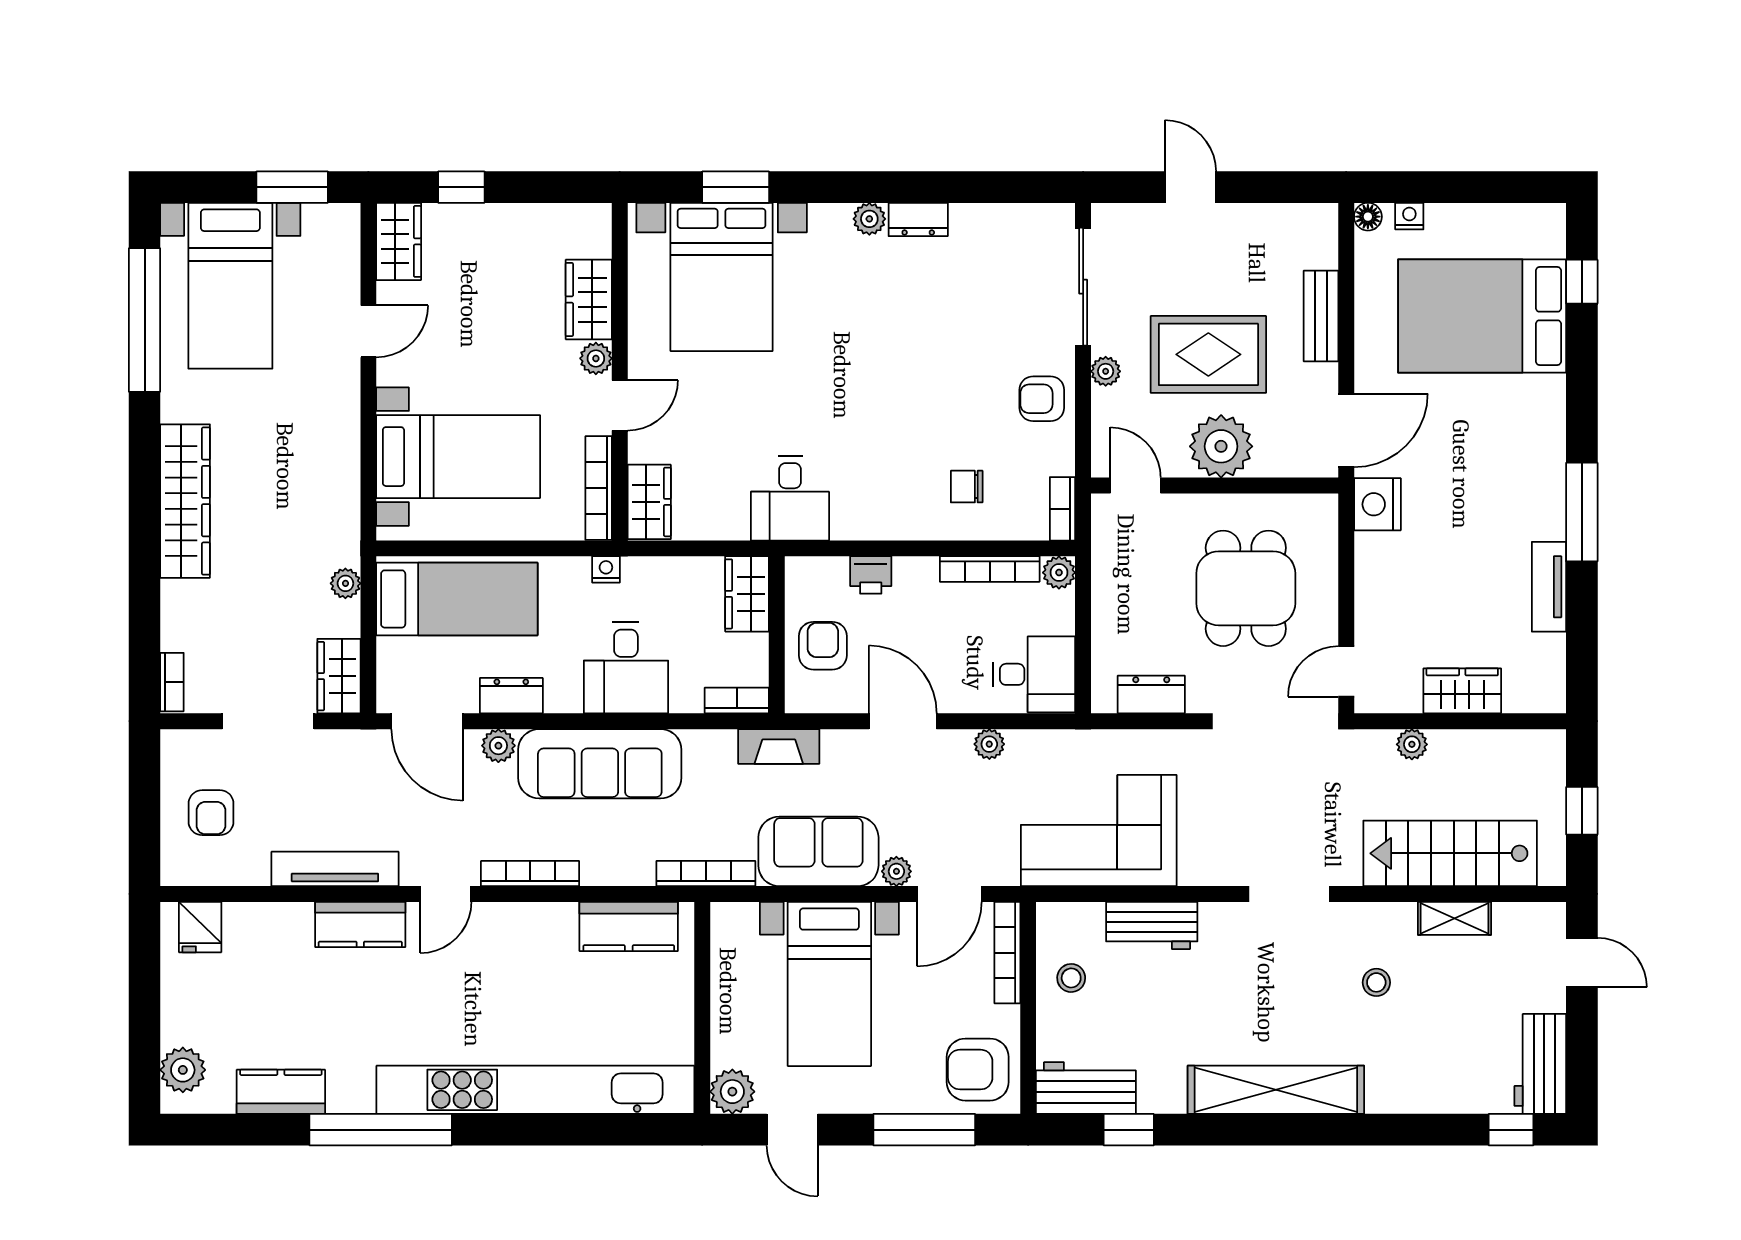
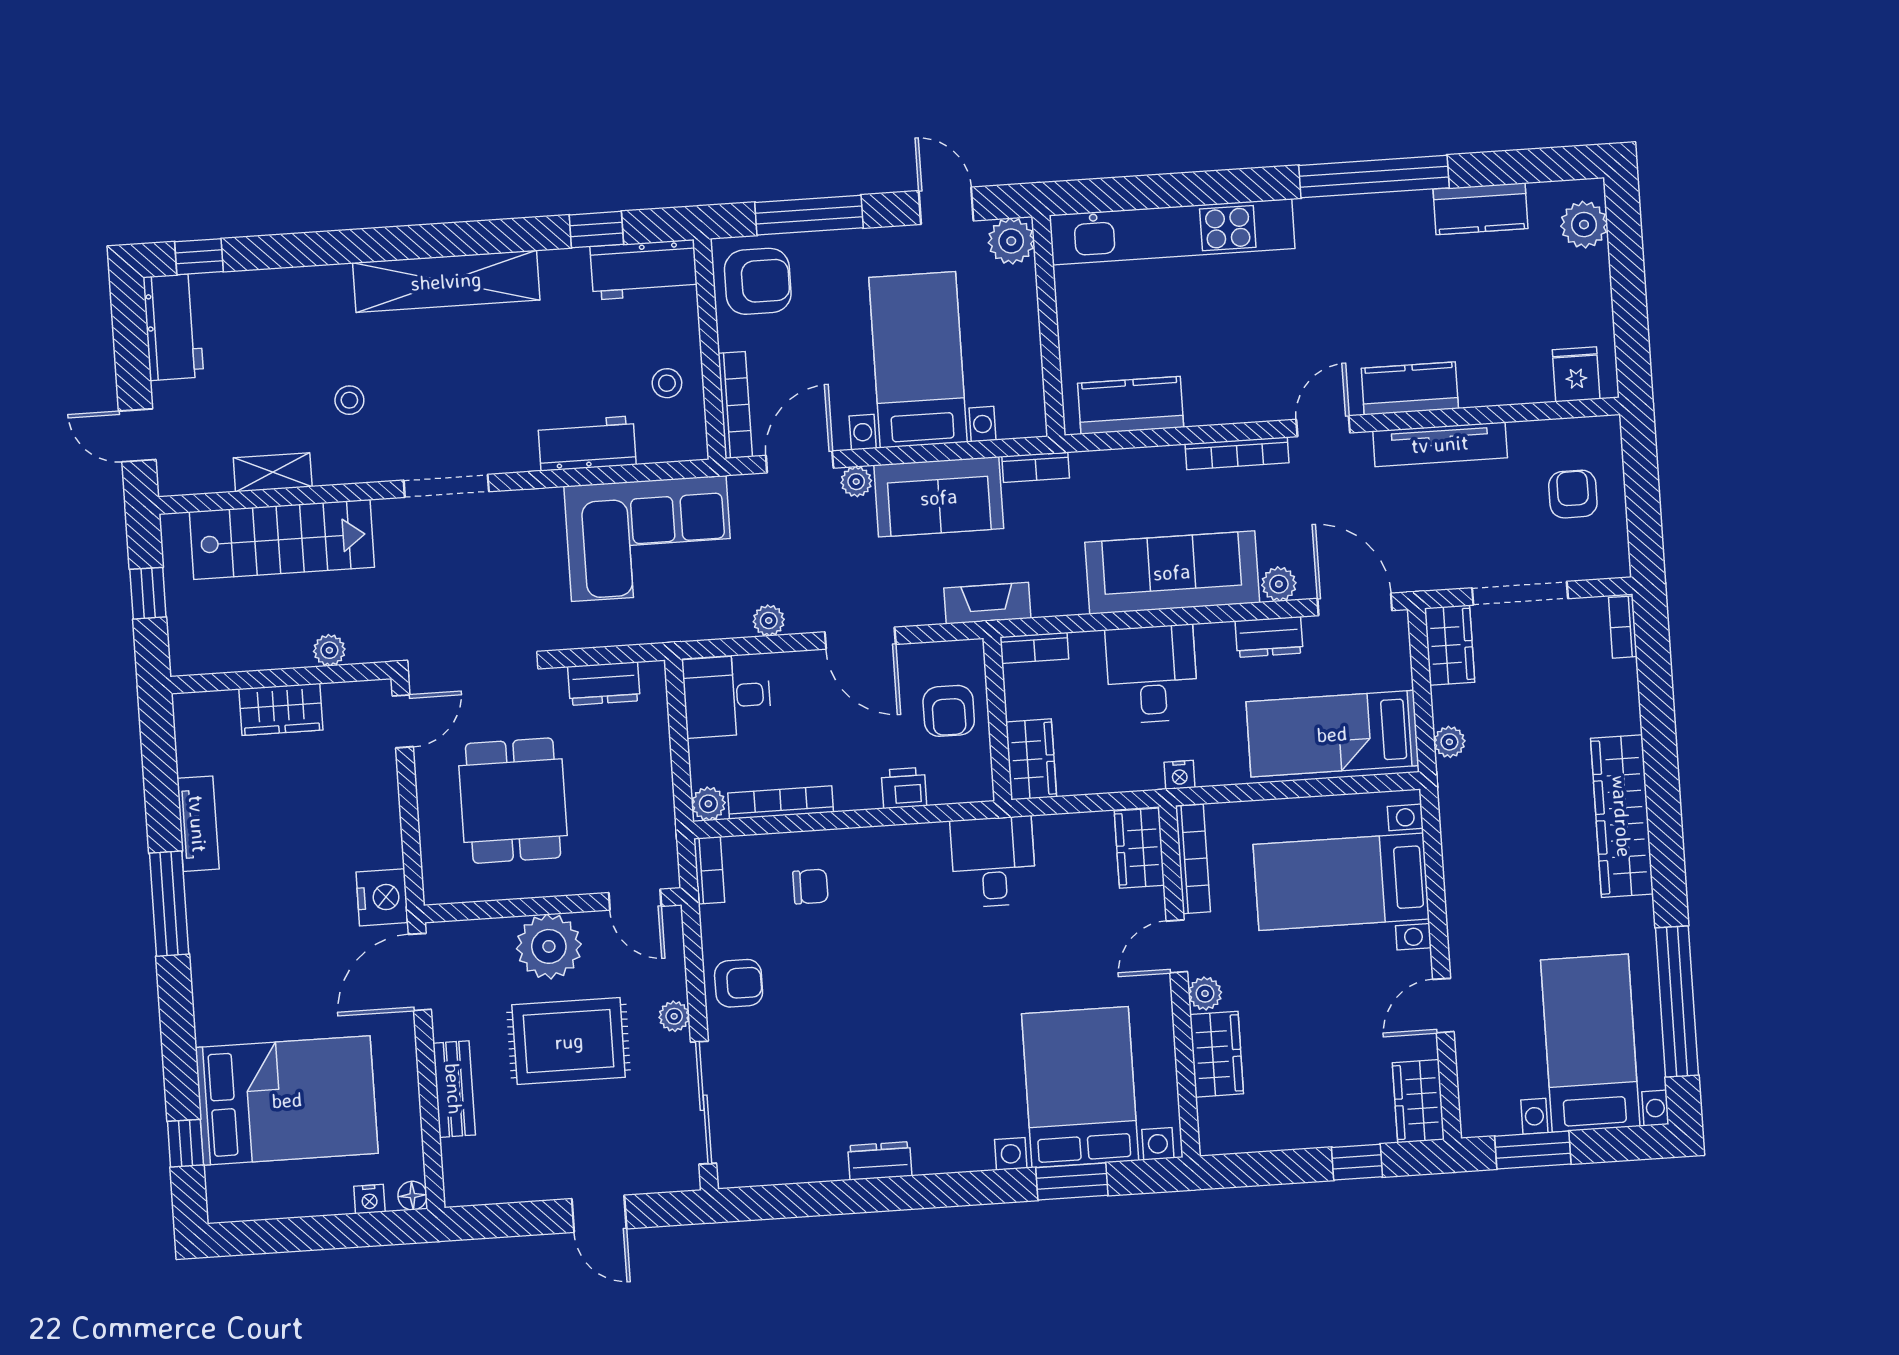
plant: (869, 219) -> (931, 1158), removed
bookcase: (706, 873) -> (1036, 467), width x0.64
kitchen unit: (535, 1090) -> (1172, 232), width x0.73

